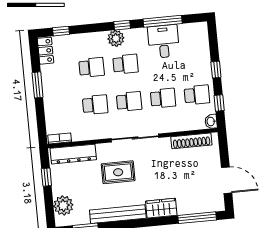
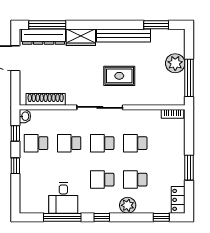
plant: (116, 38) -> (128, 205), moved
dresser: (73, 154) -> (44, 37), moved, turned 180
window: (46, 177) -> (189, 78), width x2.17
plant: (63, 205) -> (175, 63), moved

